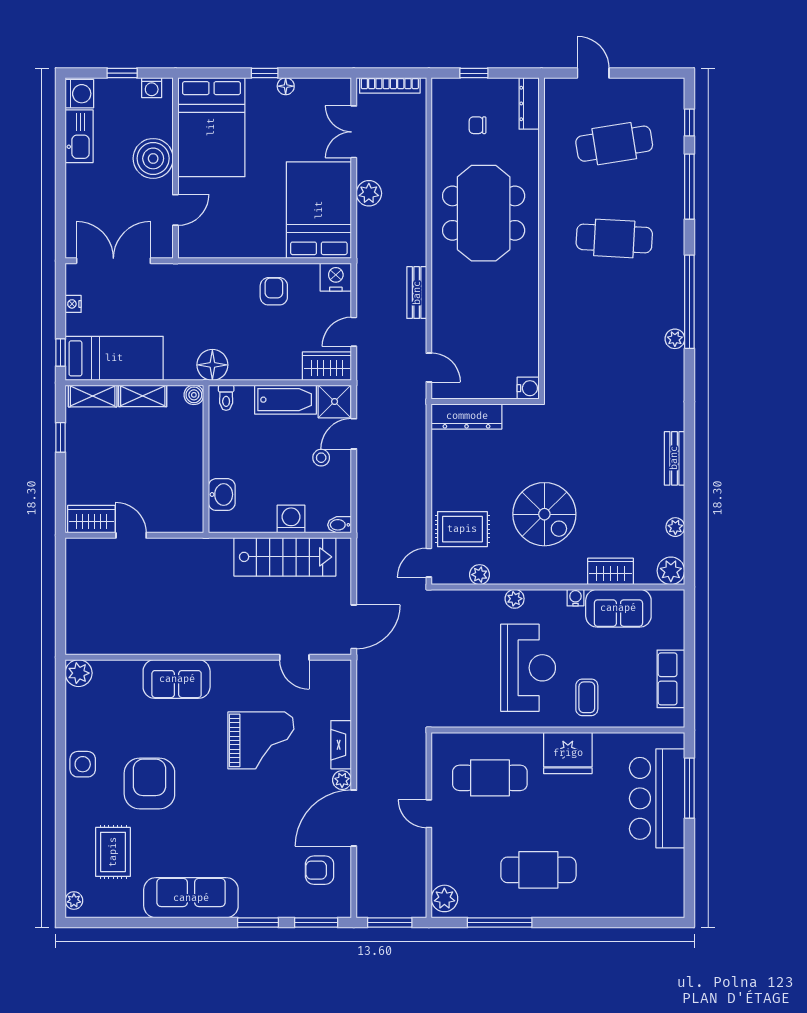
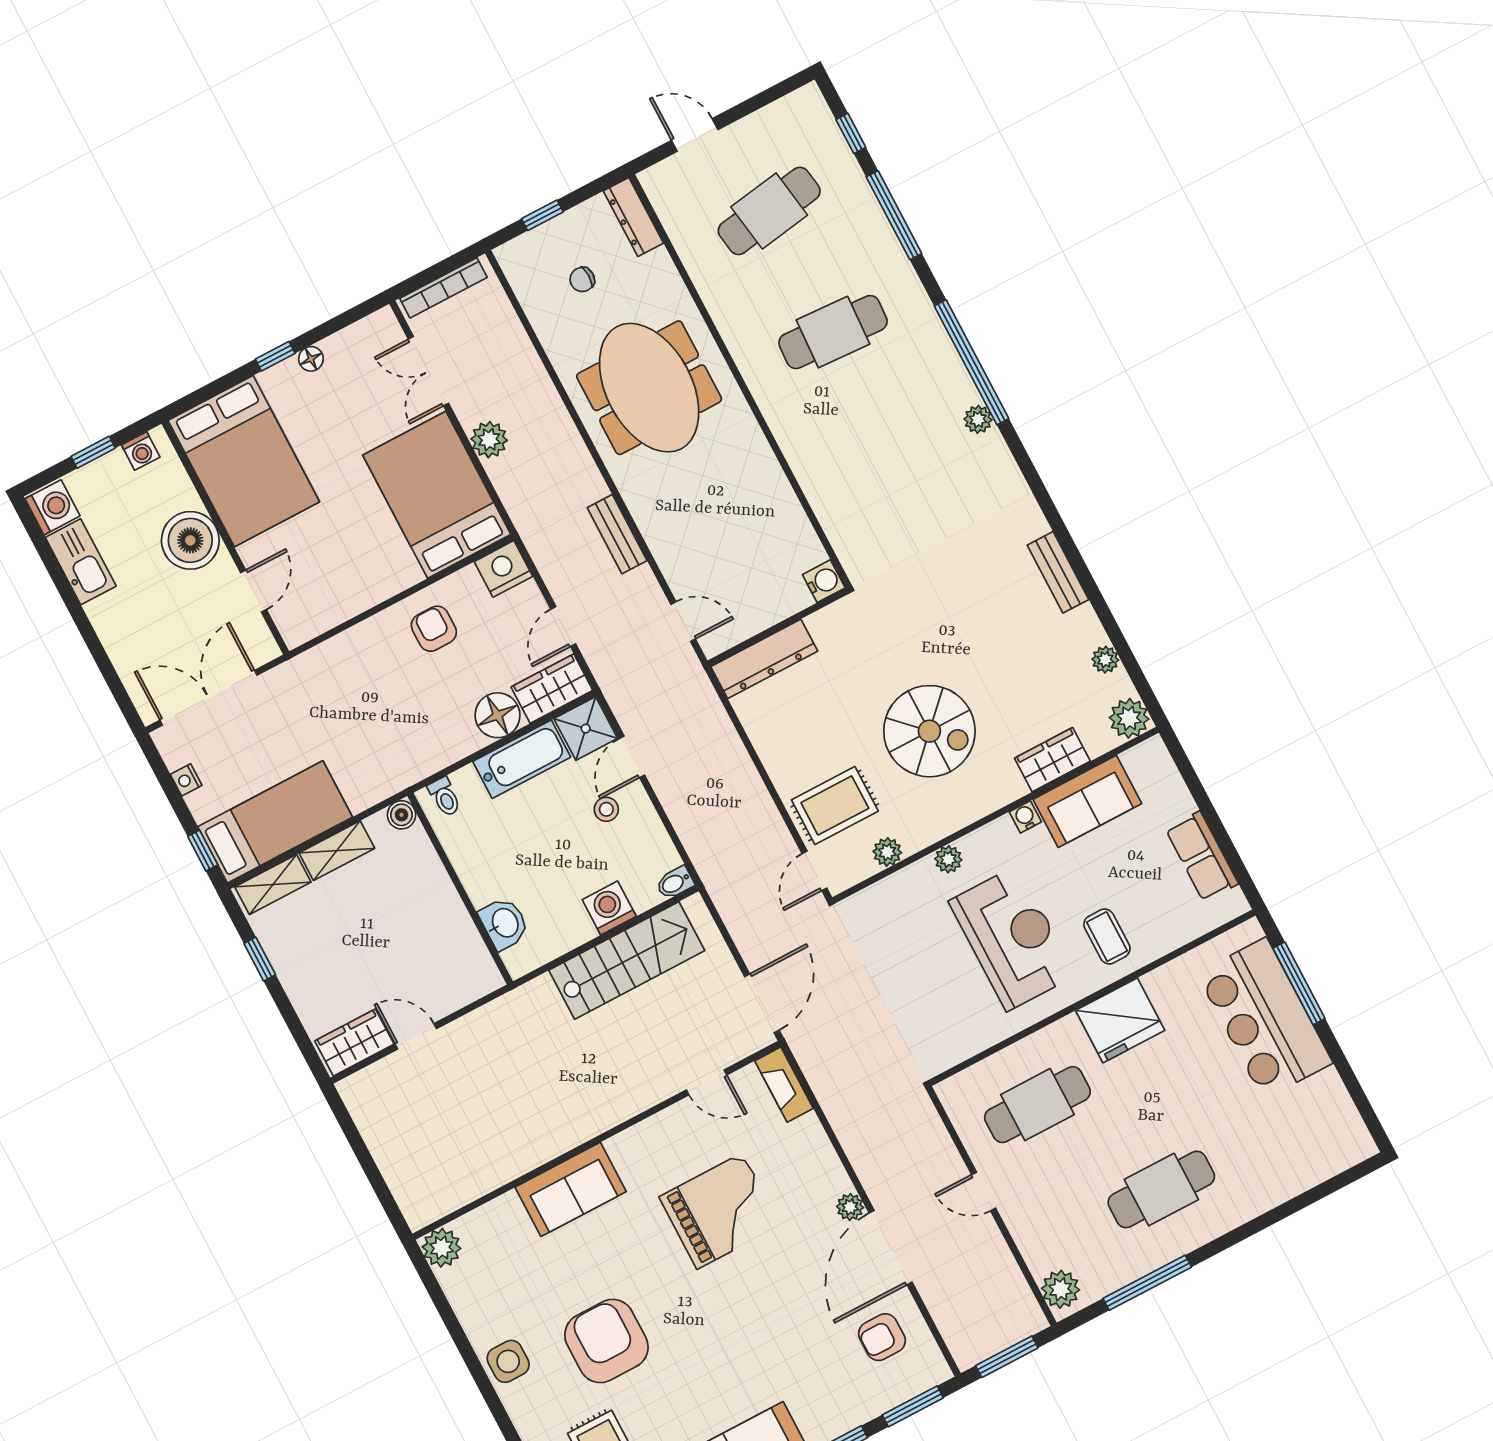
floor lamp: (212, 365) -> (498, 715), moved
fireplace: (341, 745) -> (784, 1085), moved

